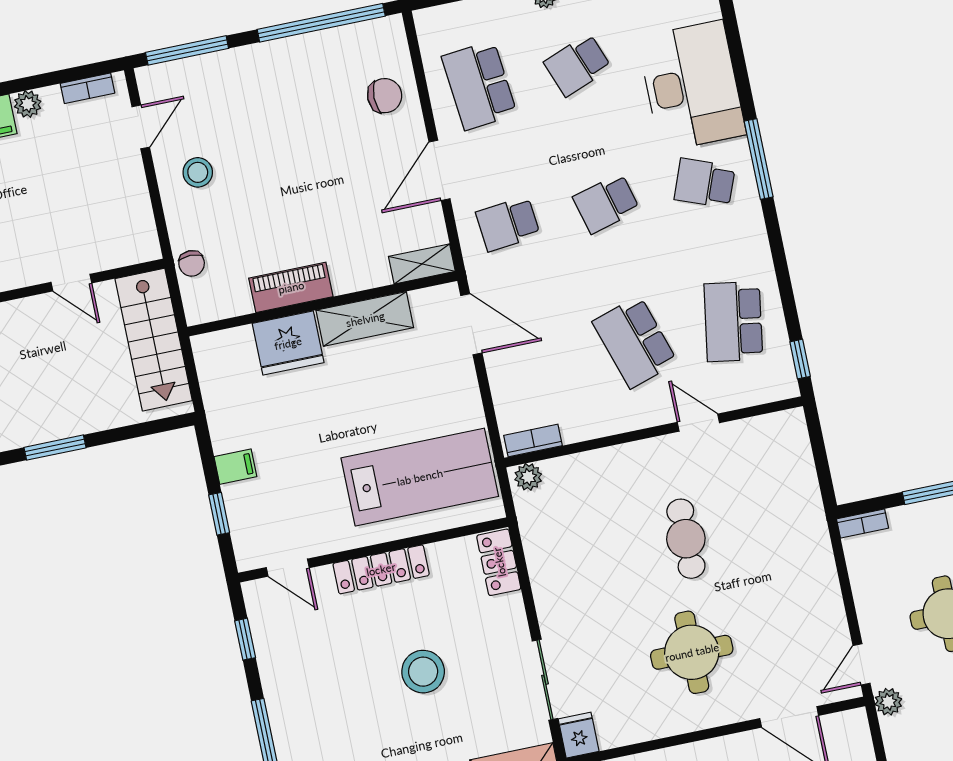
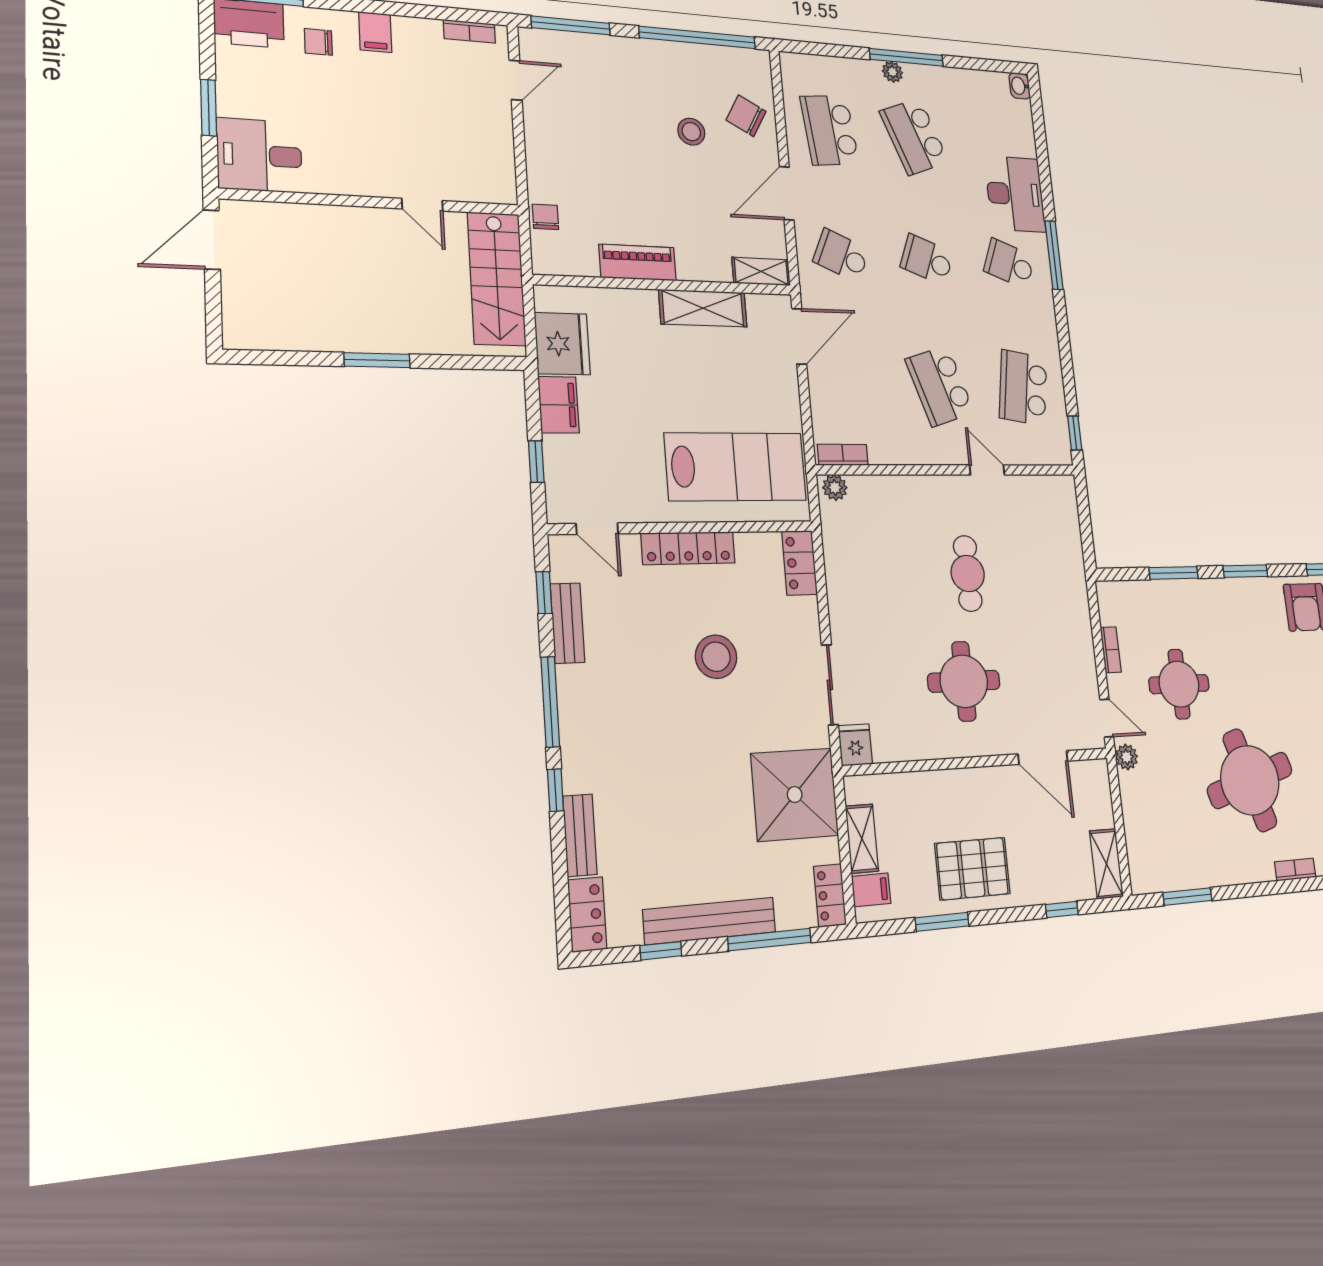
school desk: (578, 65) -> (914, 137), width x1.85
desk: (692, 86) -> (1015, 194), width x0.73, depth x0.77
chair: (385, 96) -> (746, 116), turned -151
plant: (28, 104) -> (407, 29), removed
stool: (198, 172) -> (691, 132), moved
school desk: (606, 203) -> (927, 260), turned 36
school desk: (508, 224) -> (841, 255), turned 30
chair: (192, 263) -> (545, 217), turned 180
door: (471, 324) -> (799, 336), hinge flipped
fridge: (288, 343) -> (562, 344), moved, turned -90
filing cabinet: (235, 467) -> (559, 405), width x2.00
bookcase: (862, 524) -> (1111, 650), moved, turned -90
bench: (272, 664) -> (567, 623), added
door: (862, 664) -> (1107, 718), swing flipped

